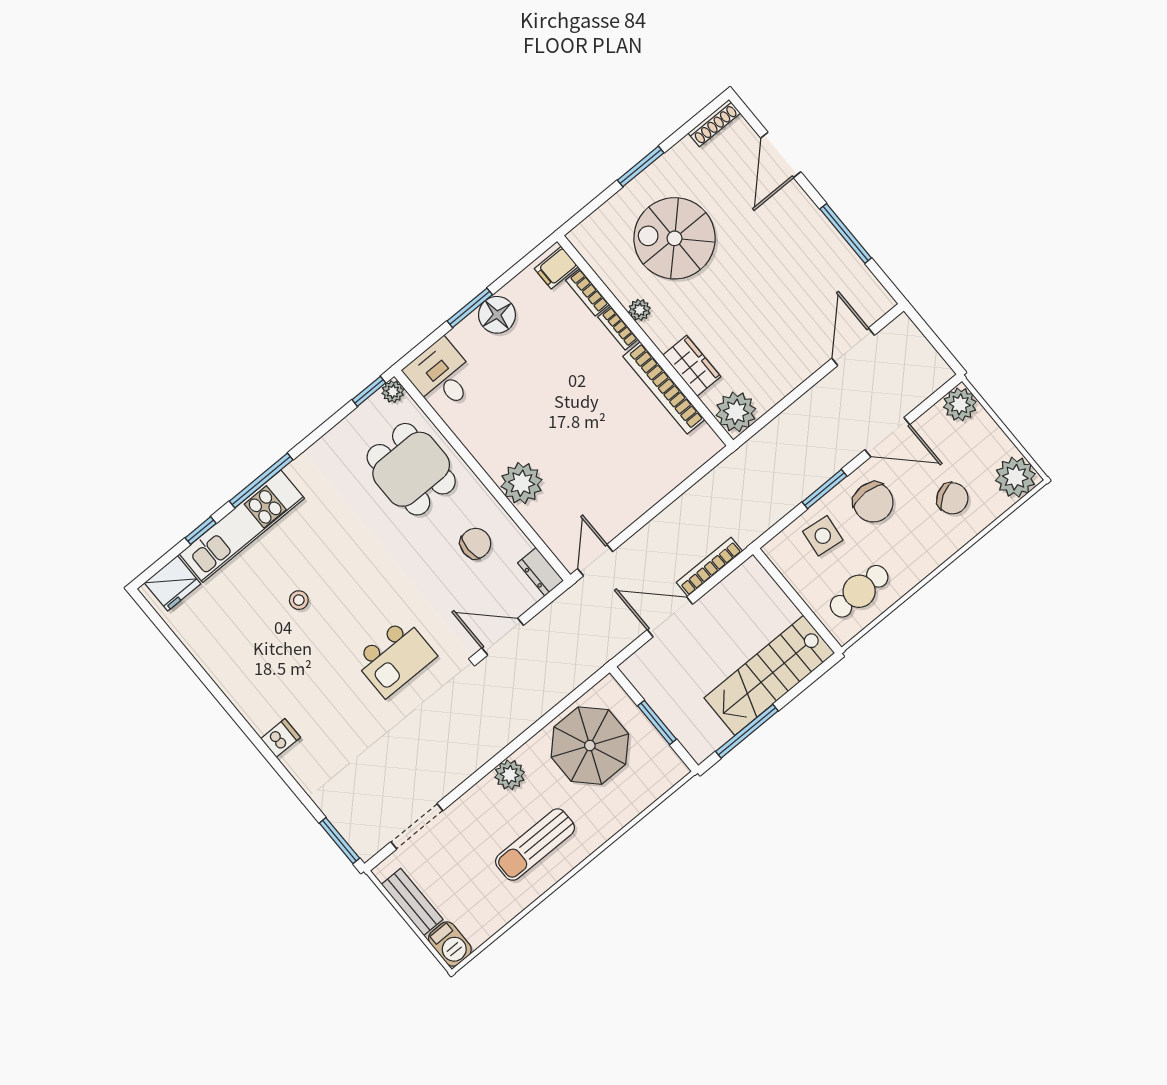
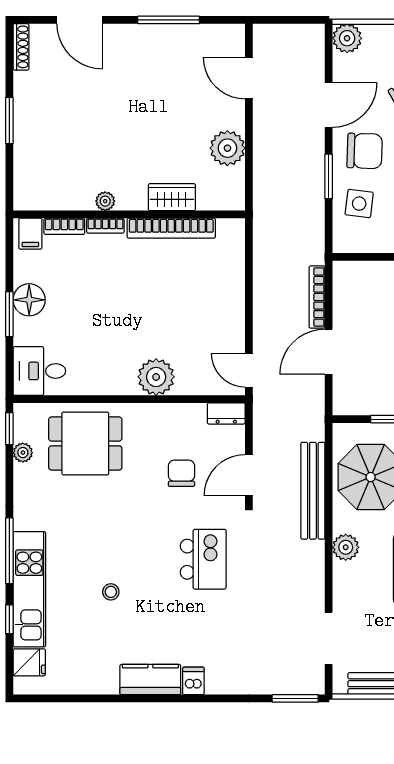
spiral stairs: (675, 238) -> (77, 138), removed
plant: (393, 392) -> (23, 453), moved
plant: (736, 412) -> (227, 148), moved
chair: (476, 544) -> (181, 473), moved
fridge: (173, 583) -> (29, 662), width x0.72
kitchen counter: (250, 699) -> (150, 680), added
bench: (536, 705) -> (313, 491), added

